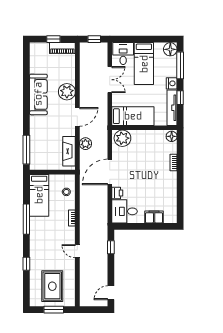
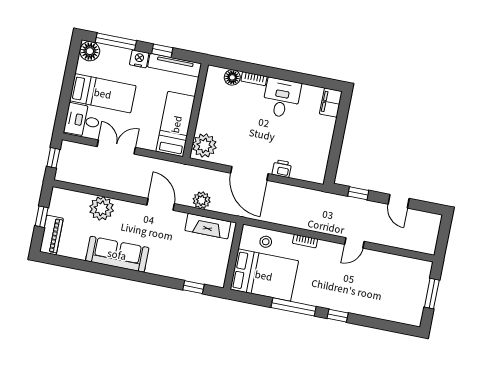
piano: (62, 48) -> (51, 235), moved
plant: (67, 92) -> (102, 208), moved
floor lamp: (172, 136) -> (232, 77), moved
window: (26, 150) -> (194, 287), width x0.46
bed: (39, 195) -> (264, 275), width x1.50
desk: (125, 211) -> (282, 98), moved, turned 180
filing cabinet: (154, 217) -> (331, 103), moved
window: (26, 264) -> (338, 316), moved
rug: (52, 286) -> (398, 289), removed
door: (111, 293) -> (399, 201), moved

